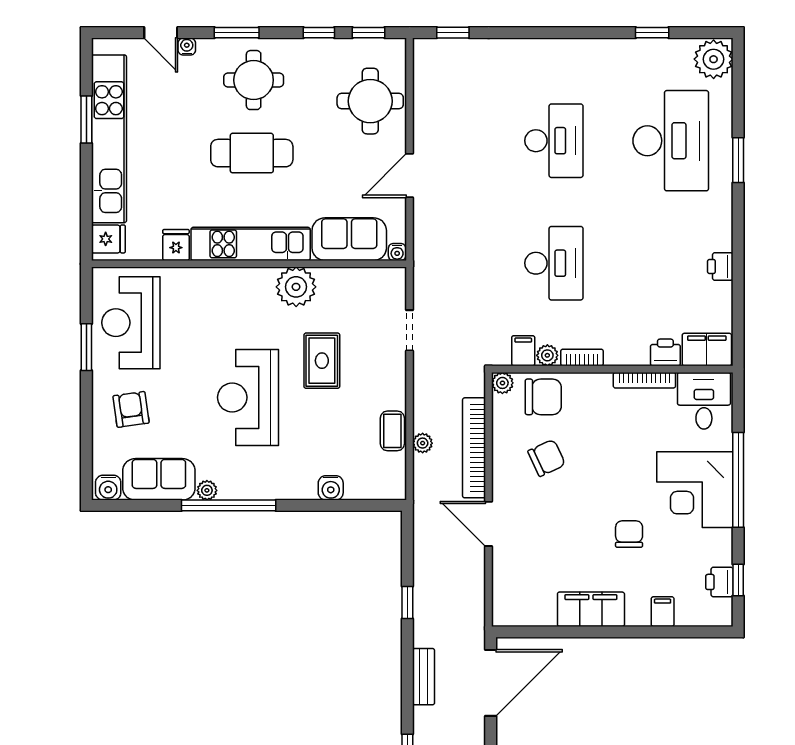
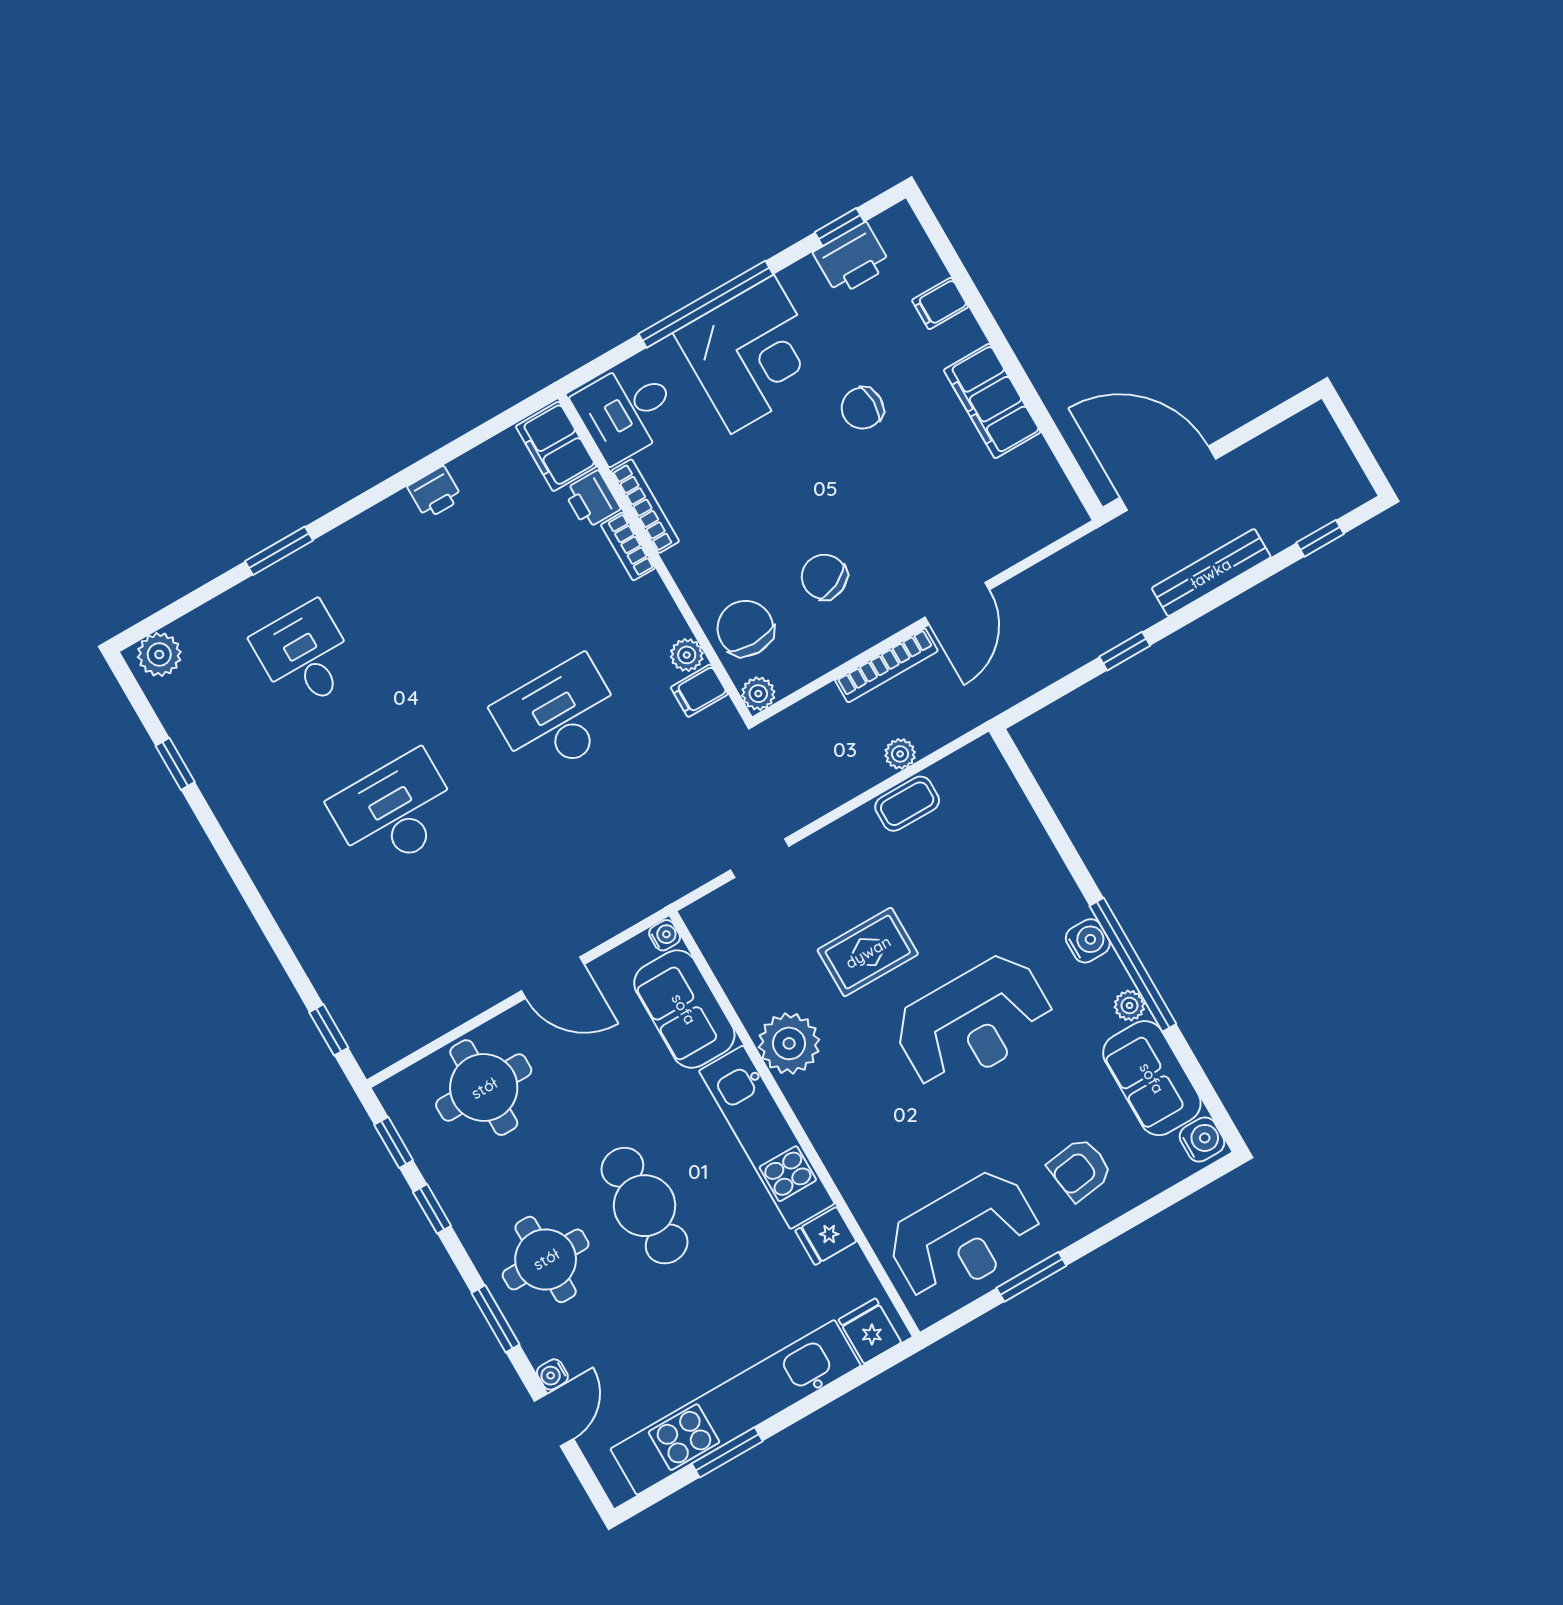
plant: (714, 59) -> (159, 654), width x0.73, depth x0.73
desk: (671, 141) -> (305, 656), width x0.53, depth x0.77
bookcase: (582, 358) -> (628, 546), moved
bookcase: (474, 448) -> (886, 665), width x0.68, depth x0.76
water cooler: (331, 488) -> (1088, 941), moved
printer: (719, 582) -> (852, 259), width x1.36, depth x1.24
bench: (424, 677) -> (1211, 573), width x1.36

